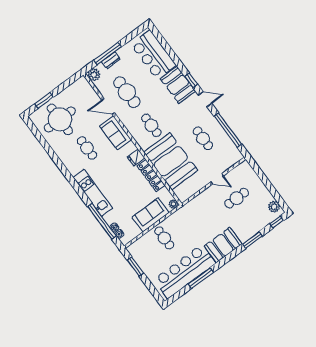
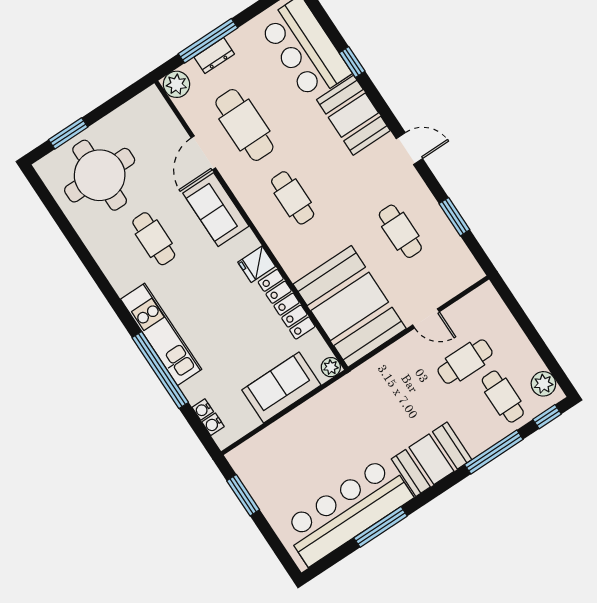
window: (191, 80) -> (352, 62), moved
door: (108, 106) -> (203, 153), hinge flipped
window: (228, 130) -> (454, 217), width x0.47
booth: (171, 161) -> (350, 306), moved
window: (102, 221) -> (160, 370), moved
cafe table: (164, 238) -> (503, 397), moved
window: (252, 240) -> (494, 452), width x1.44

